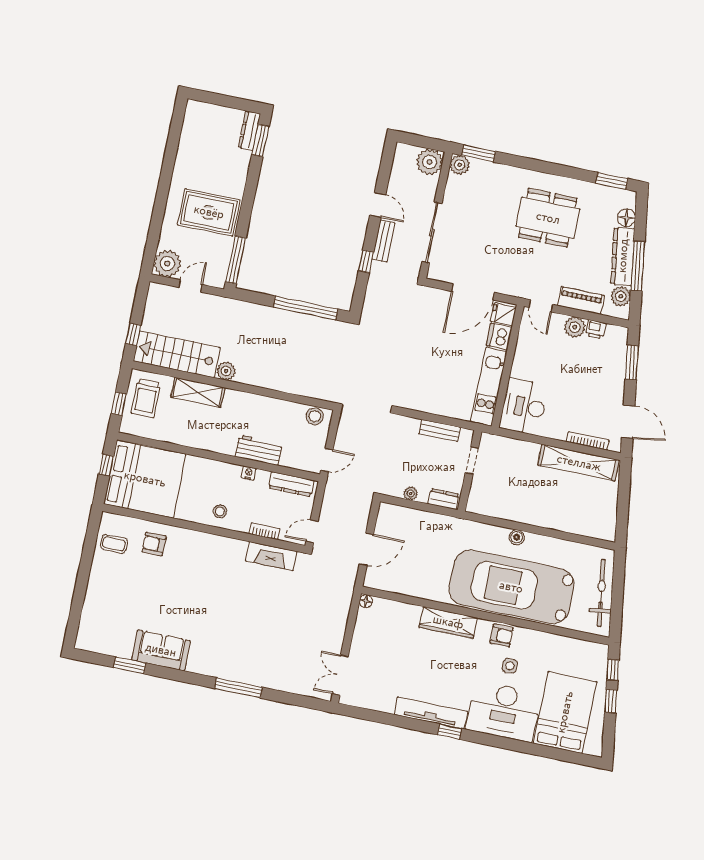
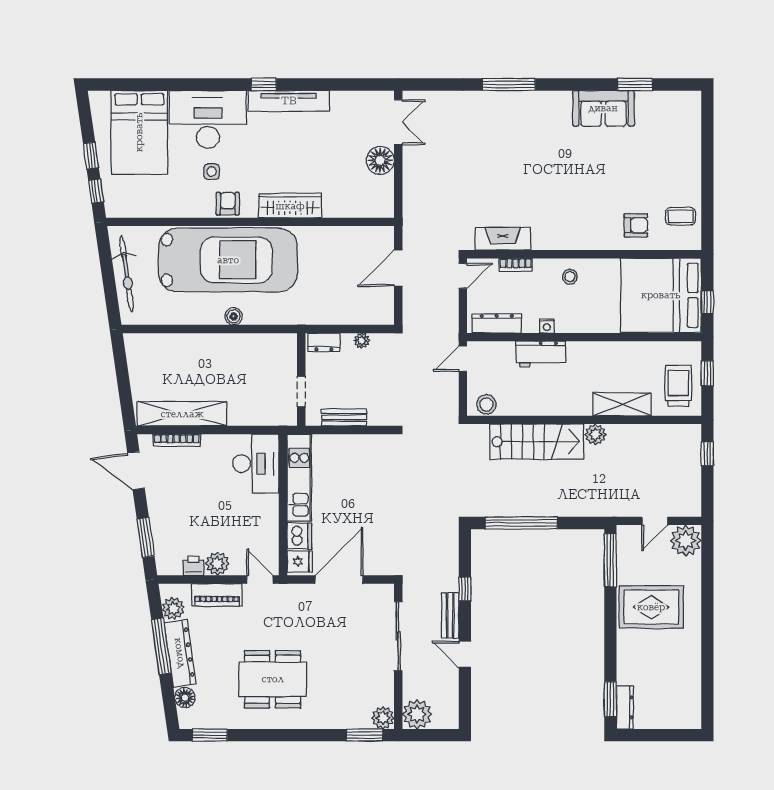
stairs: (177, 354) -> (536, 442), moved
floor lamp: (366, 601) -> (380, 160), moved, width x1.89, depth x1.89
armchair: (502, 635) -> (228, 204), turned 90

